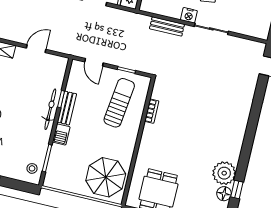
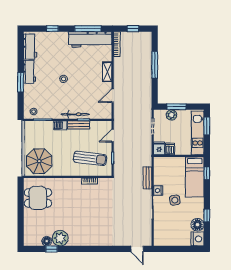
door: (36, 49) -> (113, 96), swing flipped

